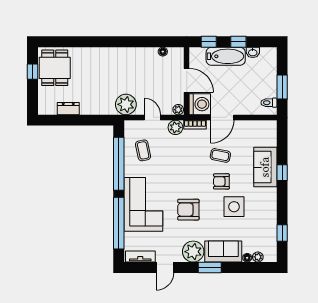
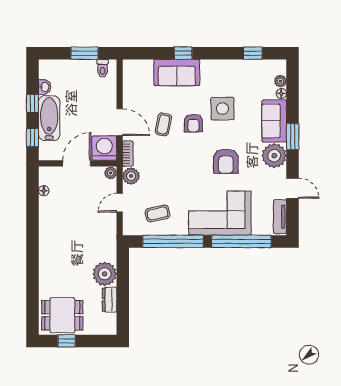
plant: (126, 104) -> (105, 274), moved

